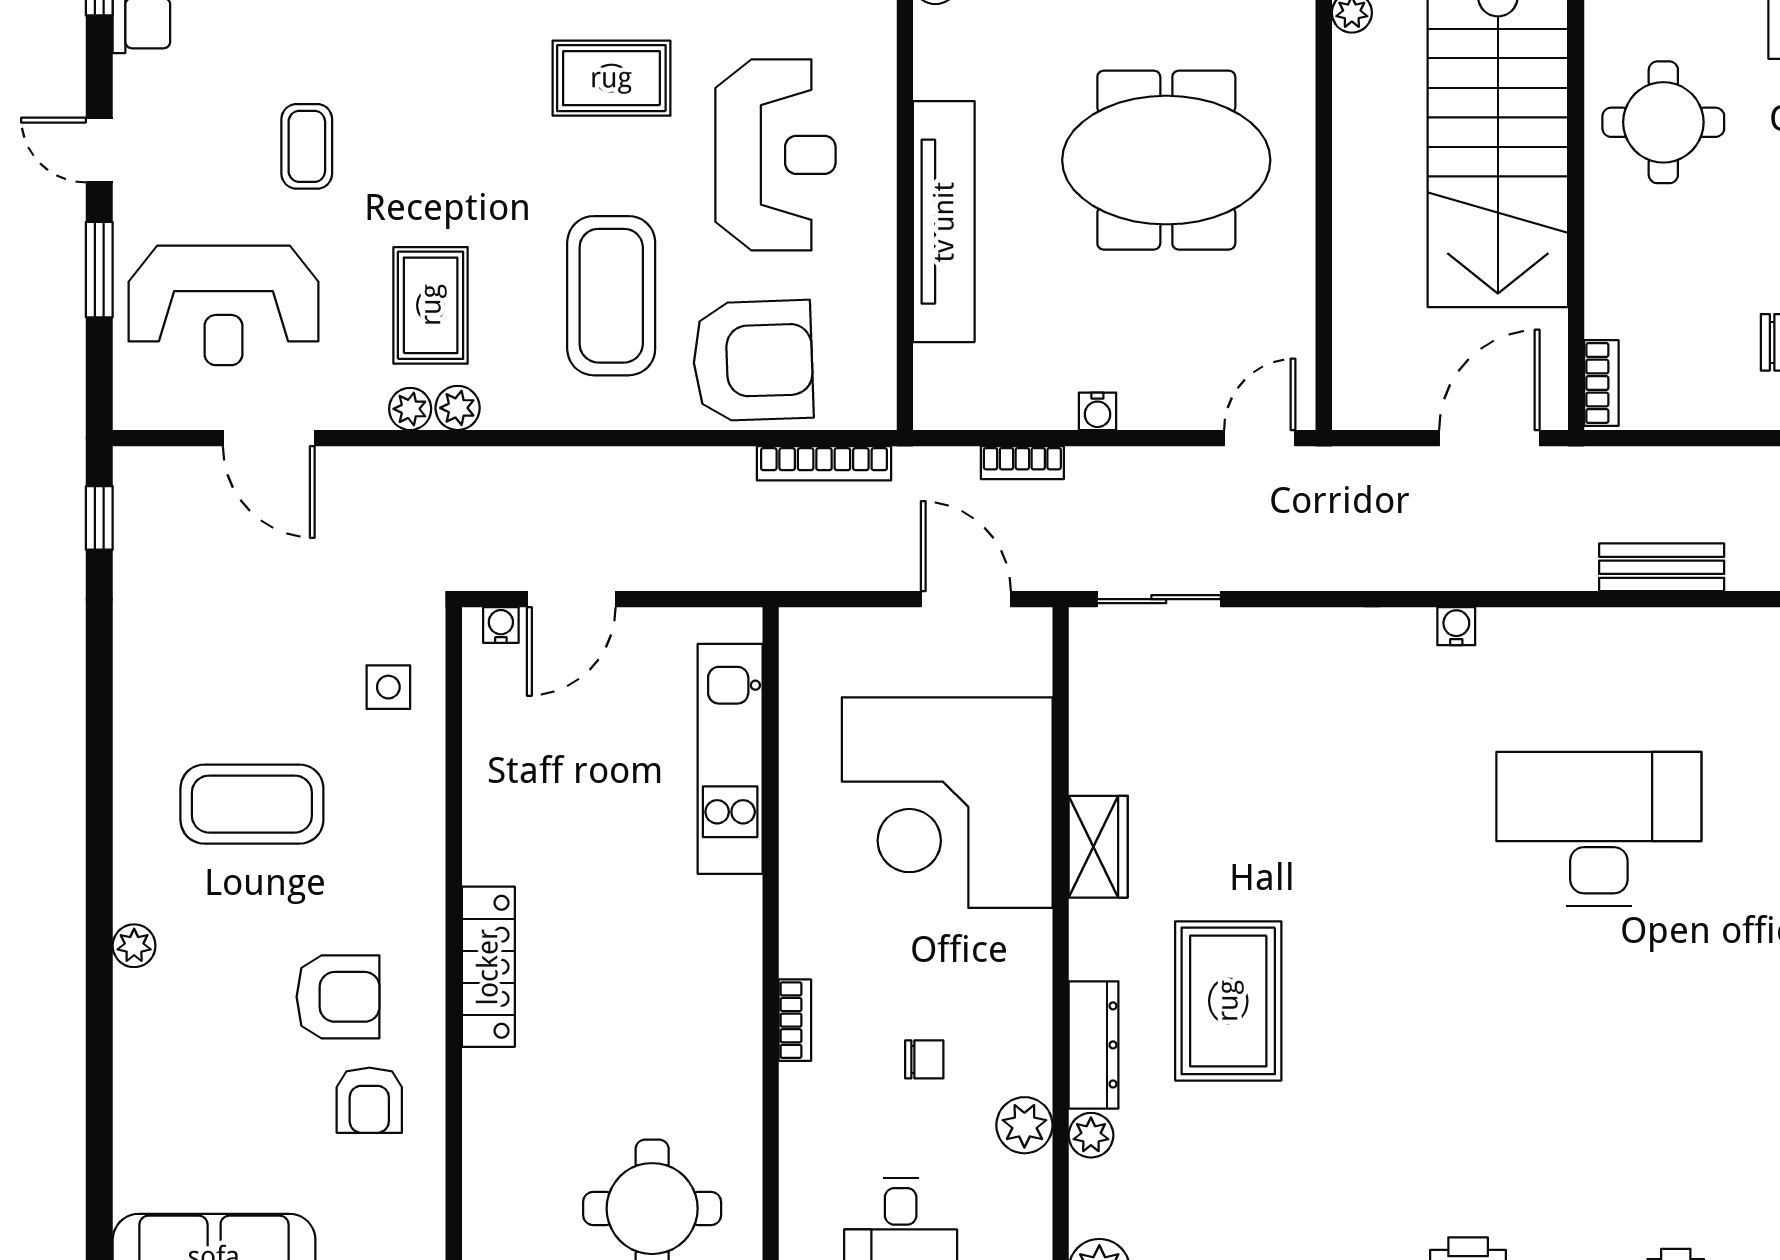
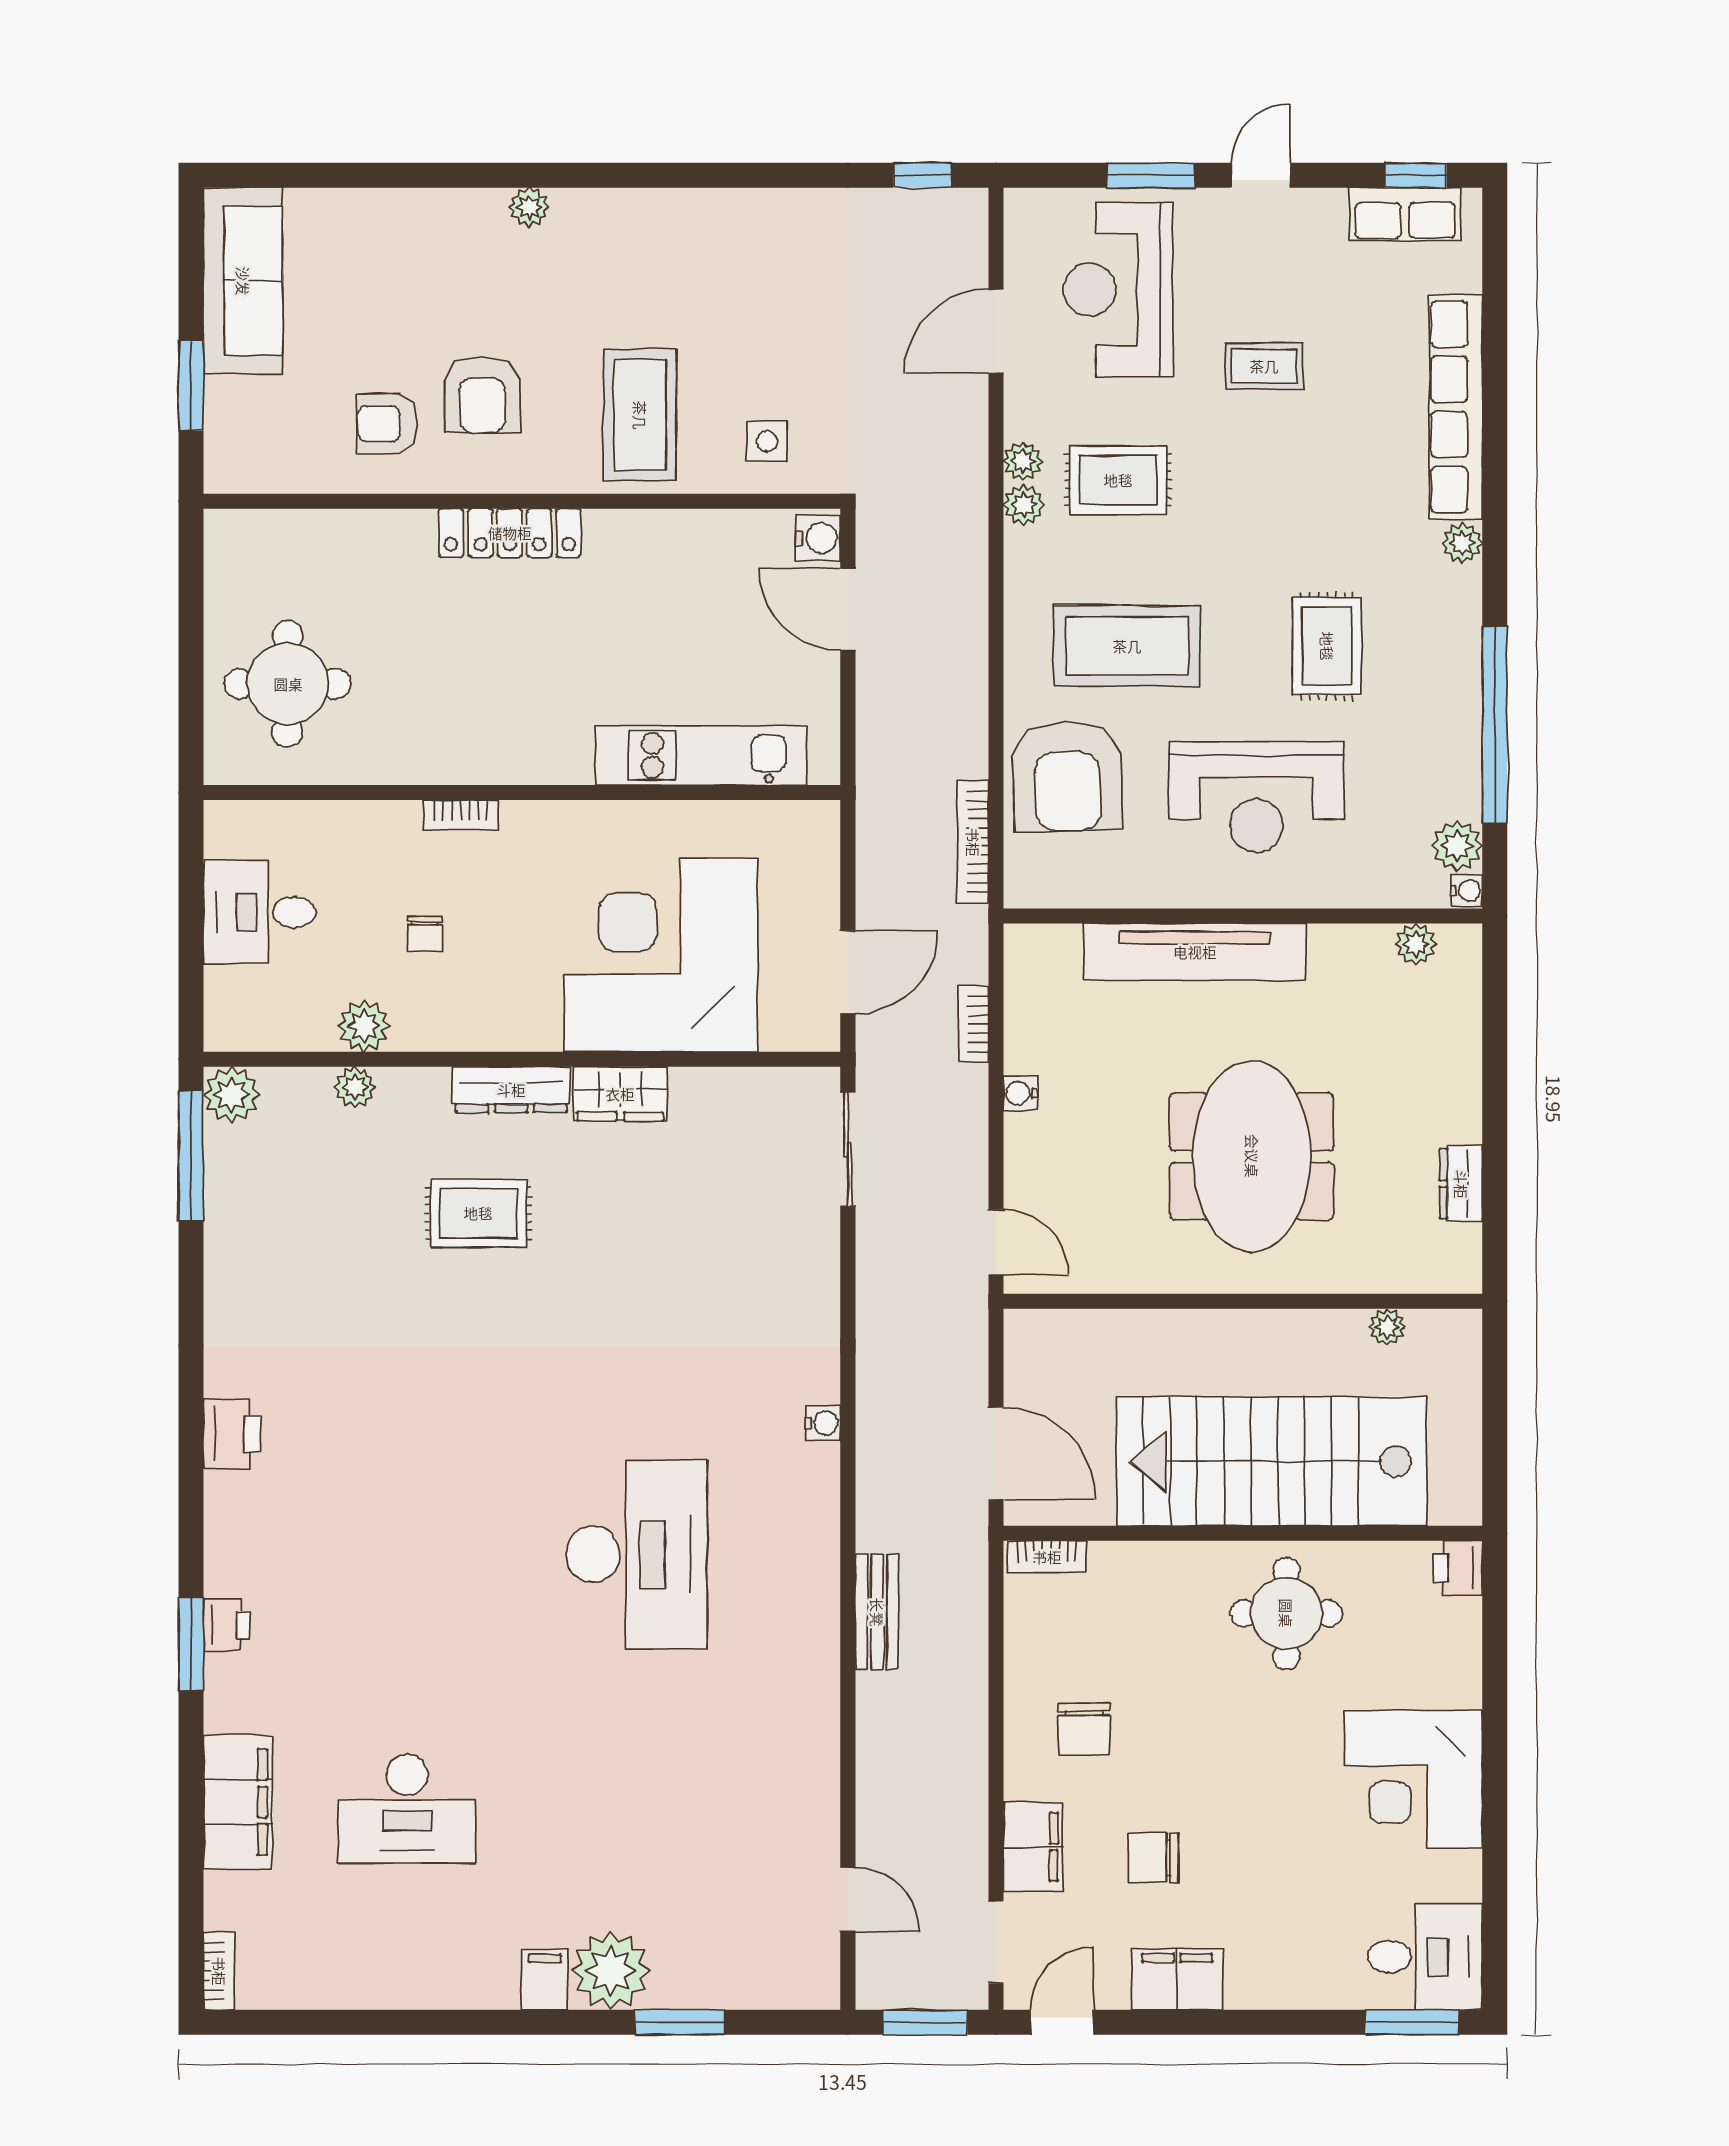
water cooler: (501, 625) -> (818, 538), width x1.38, depth x1.38
coffee table: (252, 804) -> (640, 415), moved
rug: (1228, 1001) -> (478, 1213), width x0.73, depth x0.70
dresser: (1094, 1045) -> (511, 1090), moved

